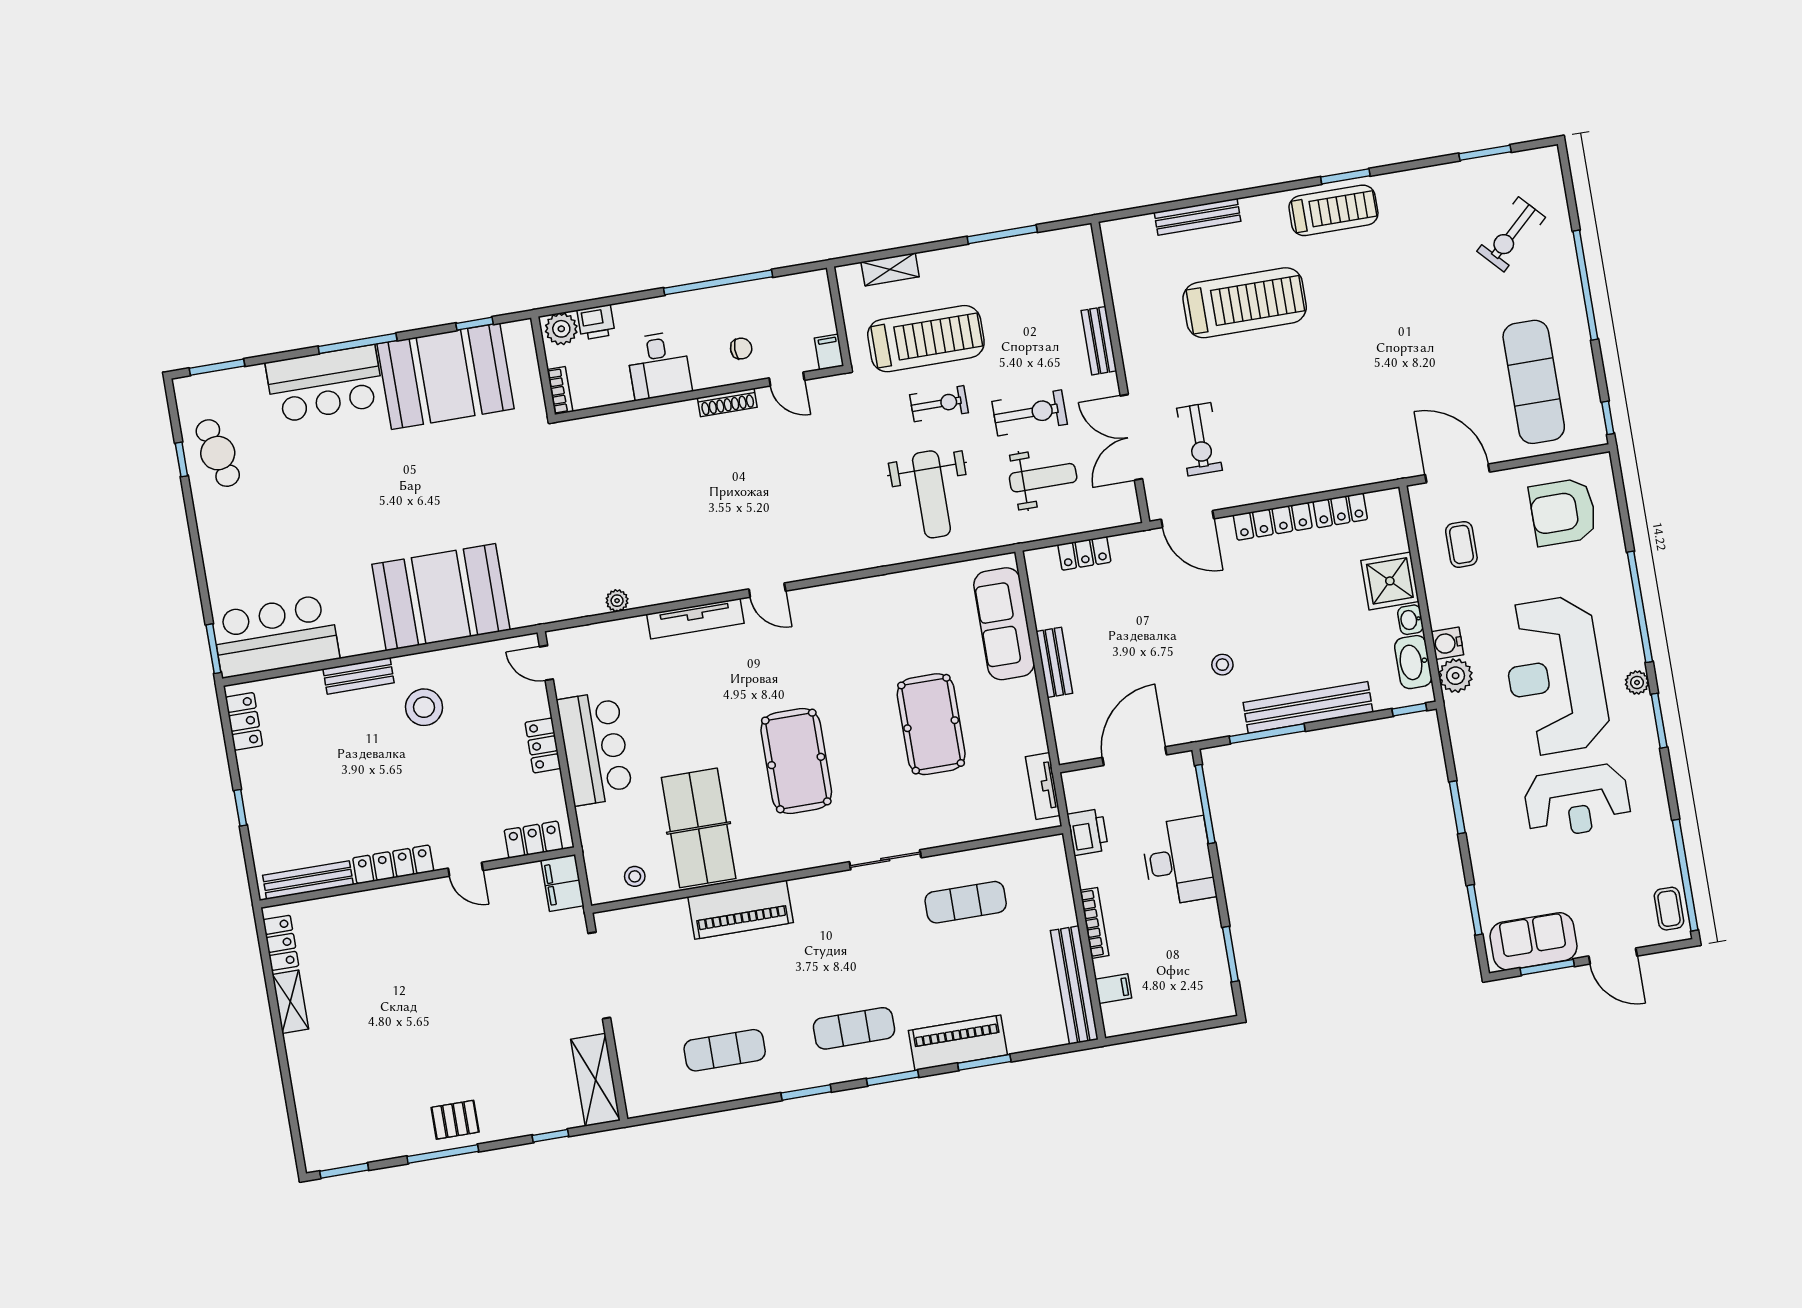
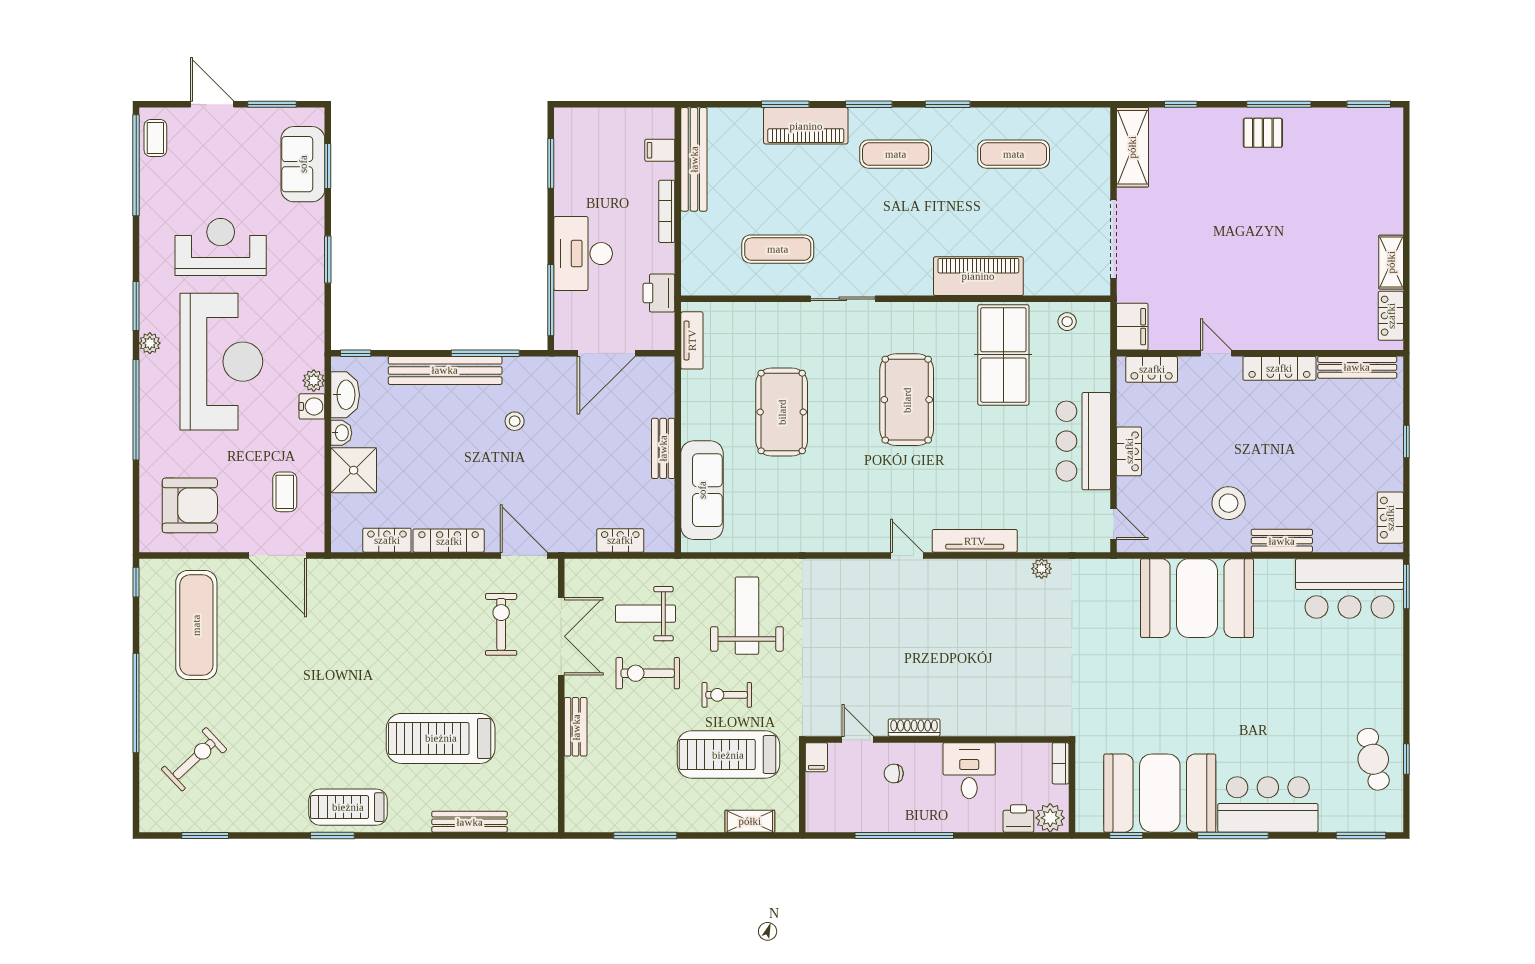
plant: (1456, 676) -> (314, 381), width x0.73, depth x0.73
sofa: (1534, 941) -> (303, 164), moved, turned 90

